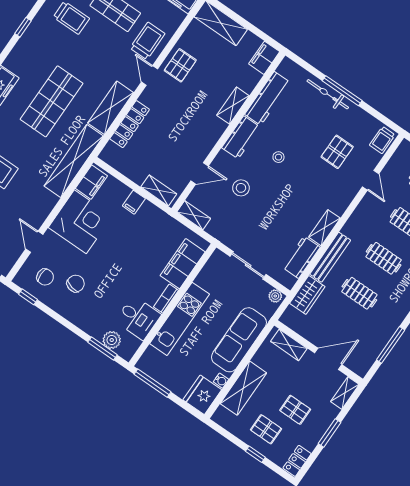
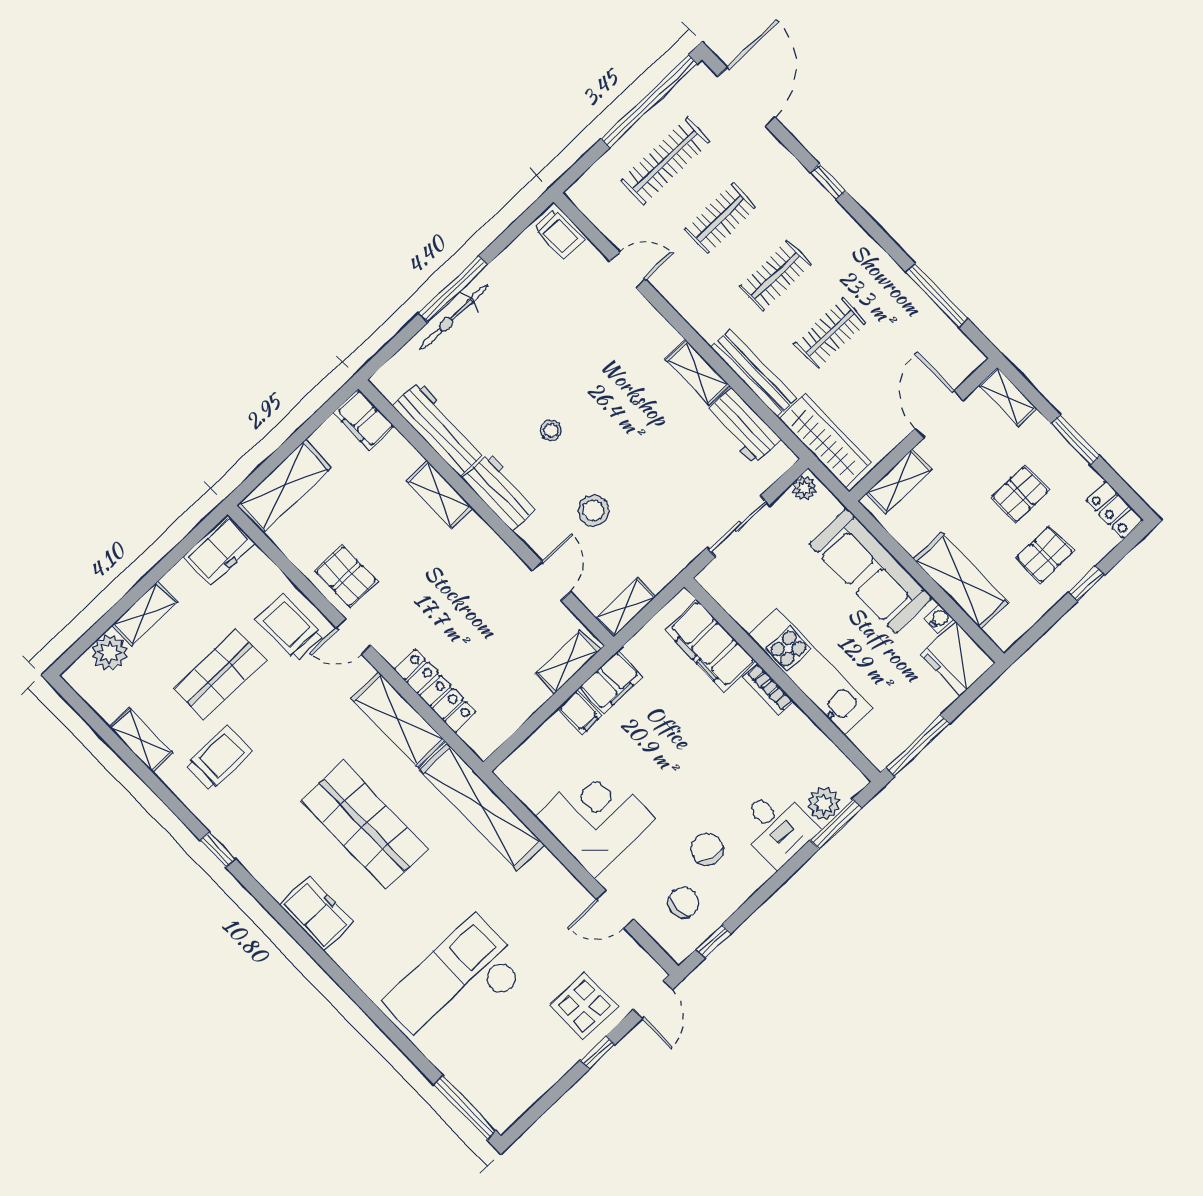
pallet: (337, 152) -> (563, 321), removed
filing cabinet: (91, 182) -> (611, 682), moved, turned 90
wardrobe: (307, 295) -> (825, 441), width x1.50
desk: (138, 318) -> (777, 827), moved, turned 90

